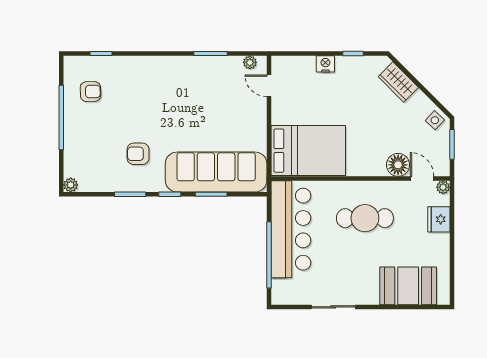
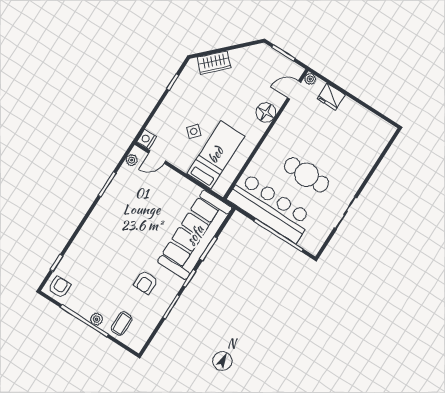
nightstand: (325, 64) -> (147, 139), moved
armchair: (90, 92) -> (59, 287), moved
side table: (435, 120) -> (194, 131), moved
bed: (308, 151) -> (216, 155), width x0.67
coffee table: (82, 156) -> (122, 324), added
floor lamp: (398, 165) -> (266, 113), moved
plant: (71, 185) -> (97, 319), moved
cafe table: (365, 218) -> (306, 175), moved, turned 90
booth: (408, 286) -> (365, 149), removed

